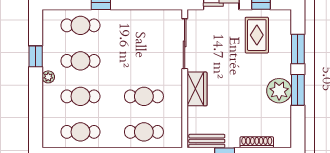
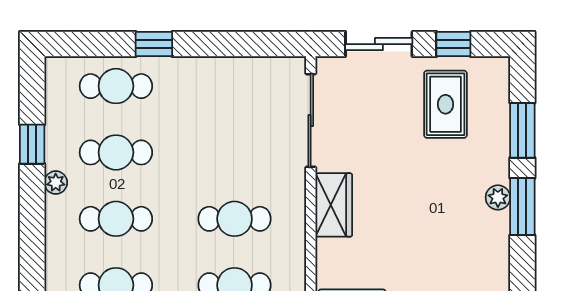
plant: (279, 91) -> (498, 197), width x0.53, depth x0.53

